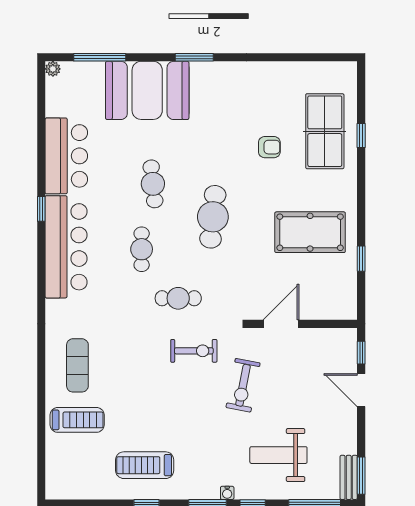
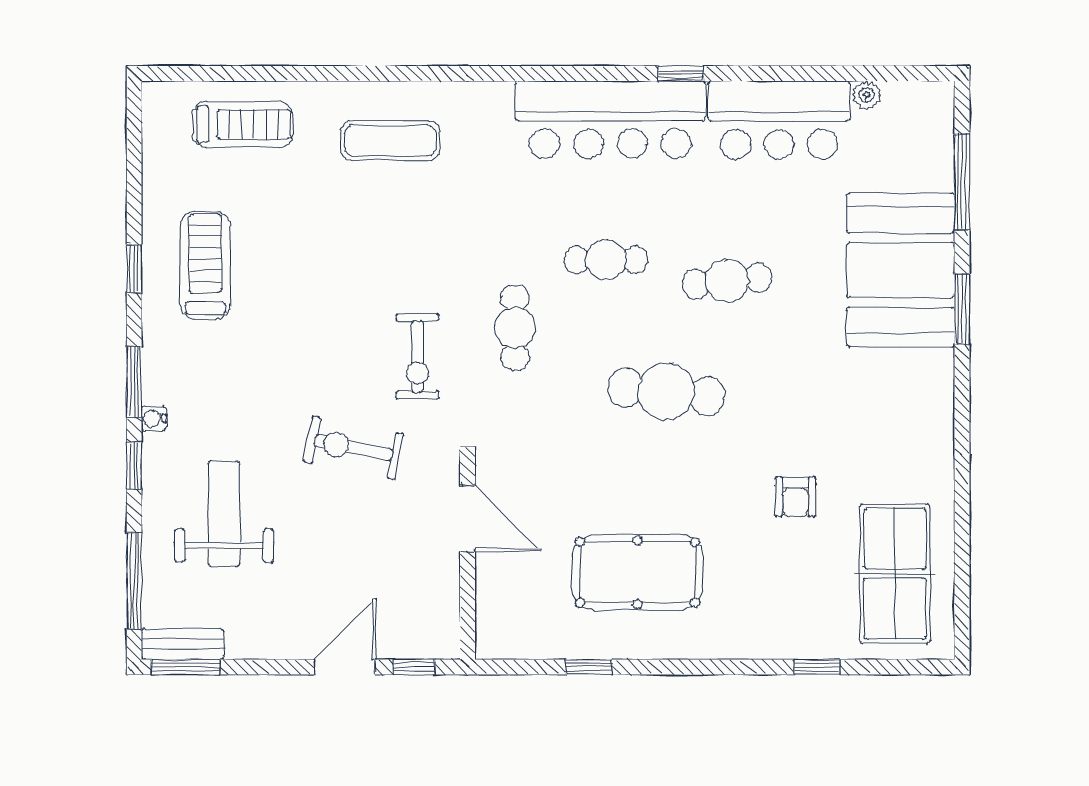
window: (194, 57) -> (962, 309), moved
plant: (53, 69) -> (867, 95), moved
table tennis table: (325, 131) -> (895, 574), moved, turned 90
pool table: (310, 232) -> (637, 572), turned 90
treadmill: (77, 420) -> (243, 124), moved, turned -90

